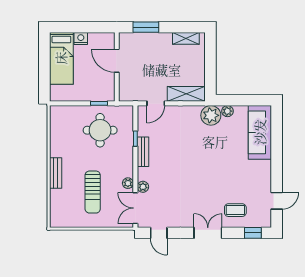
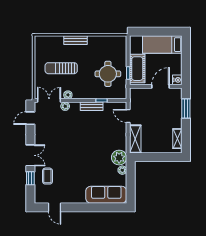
nightstand: (81, 39) -> (177, 80), moved
cot: (93, 91) -> (137, 69), added
window: (253, 233) -> (30, 178), moved

